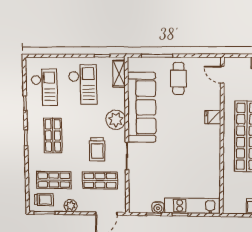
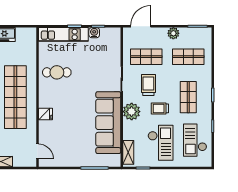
cafe table: (178, 78) -> (57, 72), moved, turned 90
checkout: (83, 84) -> (161, 143), turned 180
trolley: (44, 200) -> (160, 108), moved

